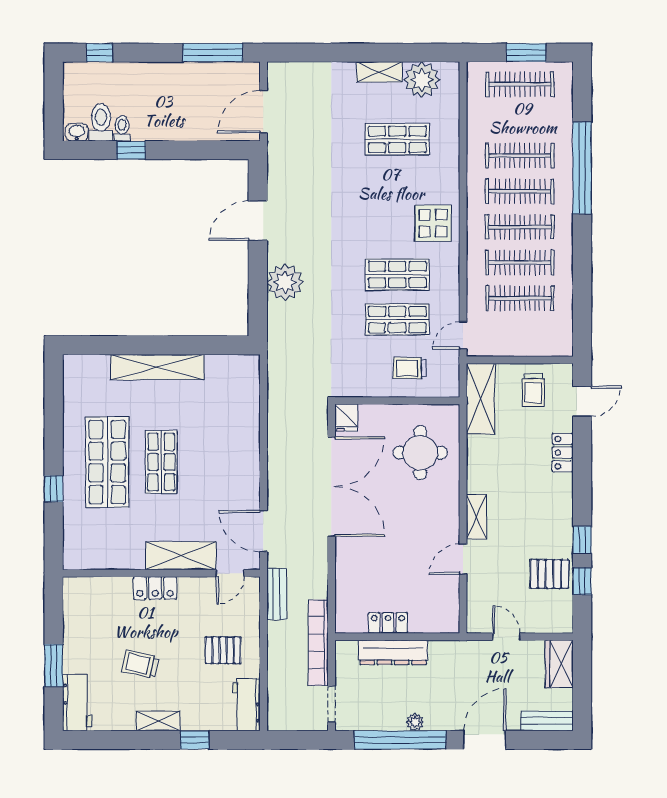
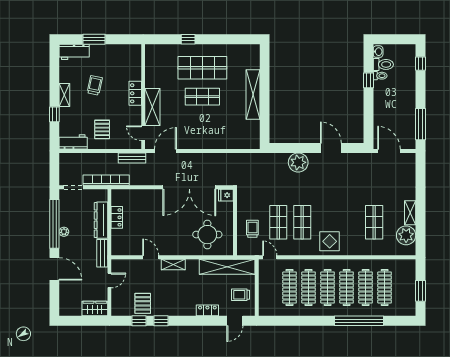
clothes rail: (520, 84) -> (385, 287), moved
shelving: (481, 399) -> (227, 267), width x1.47
door: (582, 401) -> (235, 321), hinge flipped
bench: (547, 721) -> (102, 253), moved

